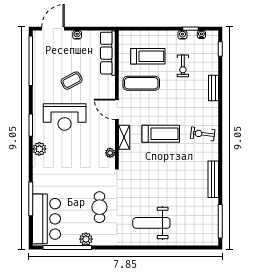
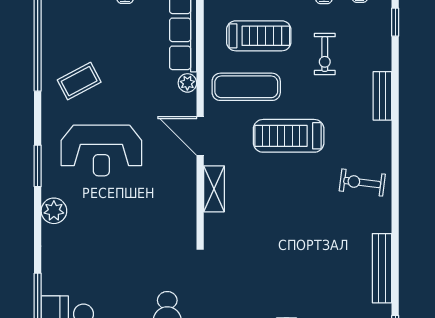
coffee table: (72, 81) -> (79, 81), moved
treadmill: (161, 134) -> (289, 136), moved, turned 180
plant: (110, 153) -> (187, 83), moved

